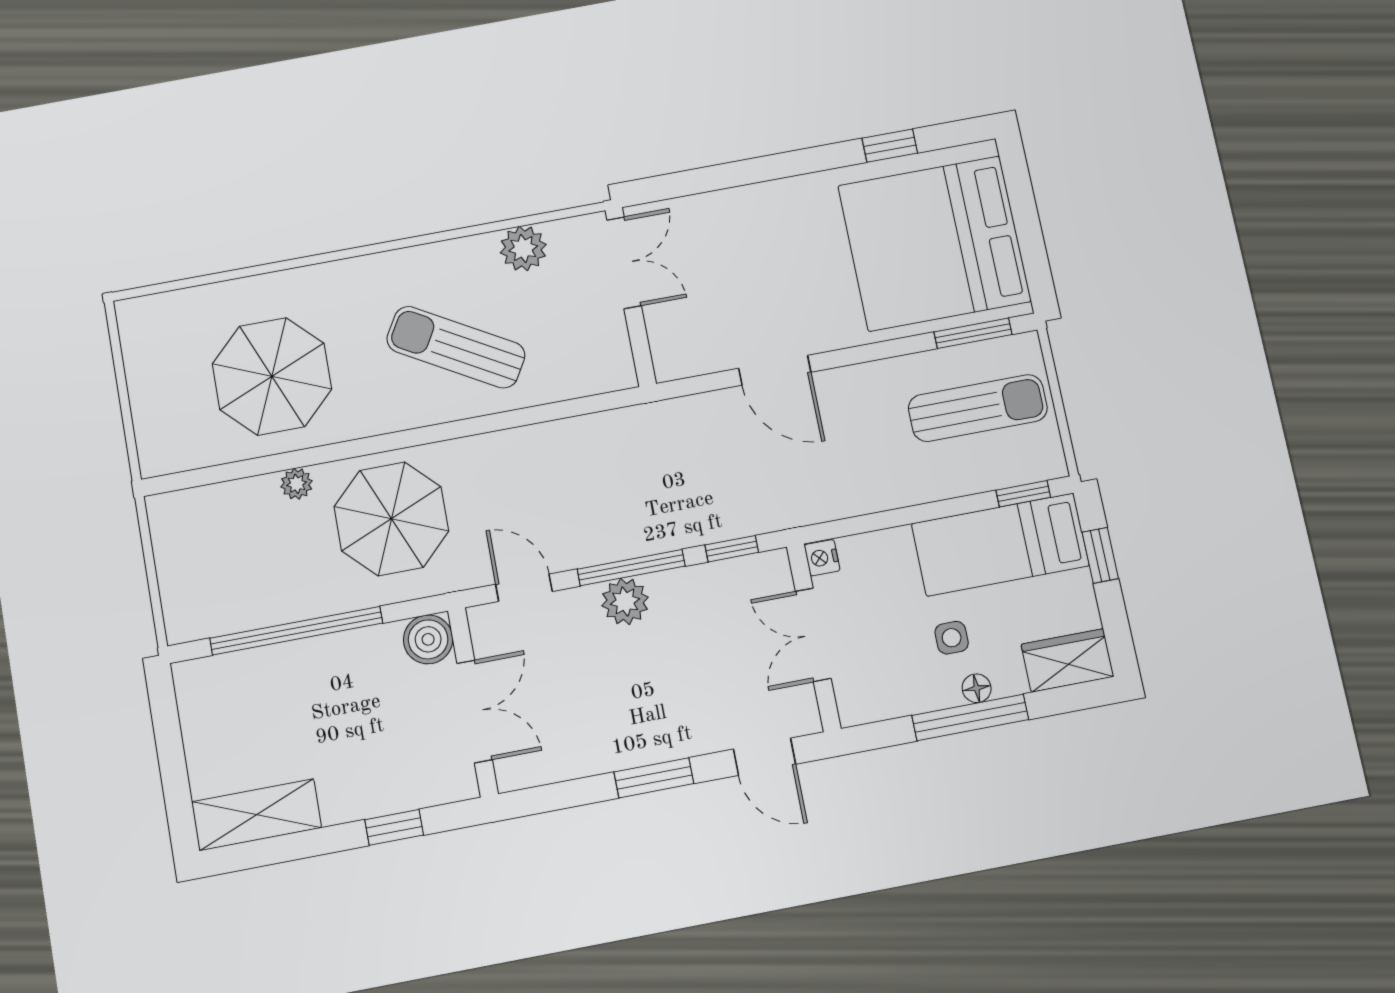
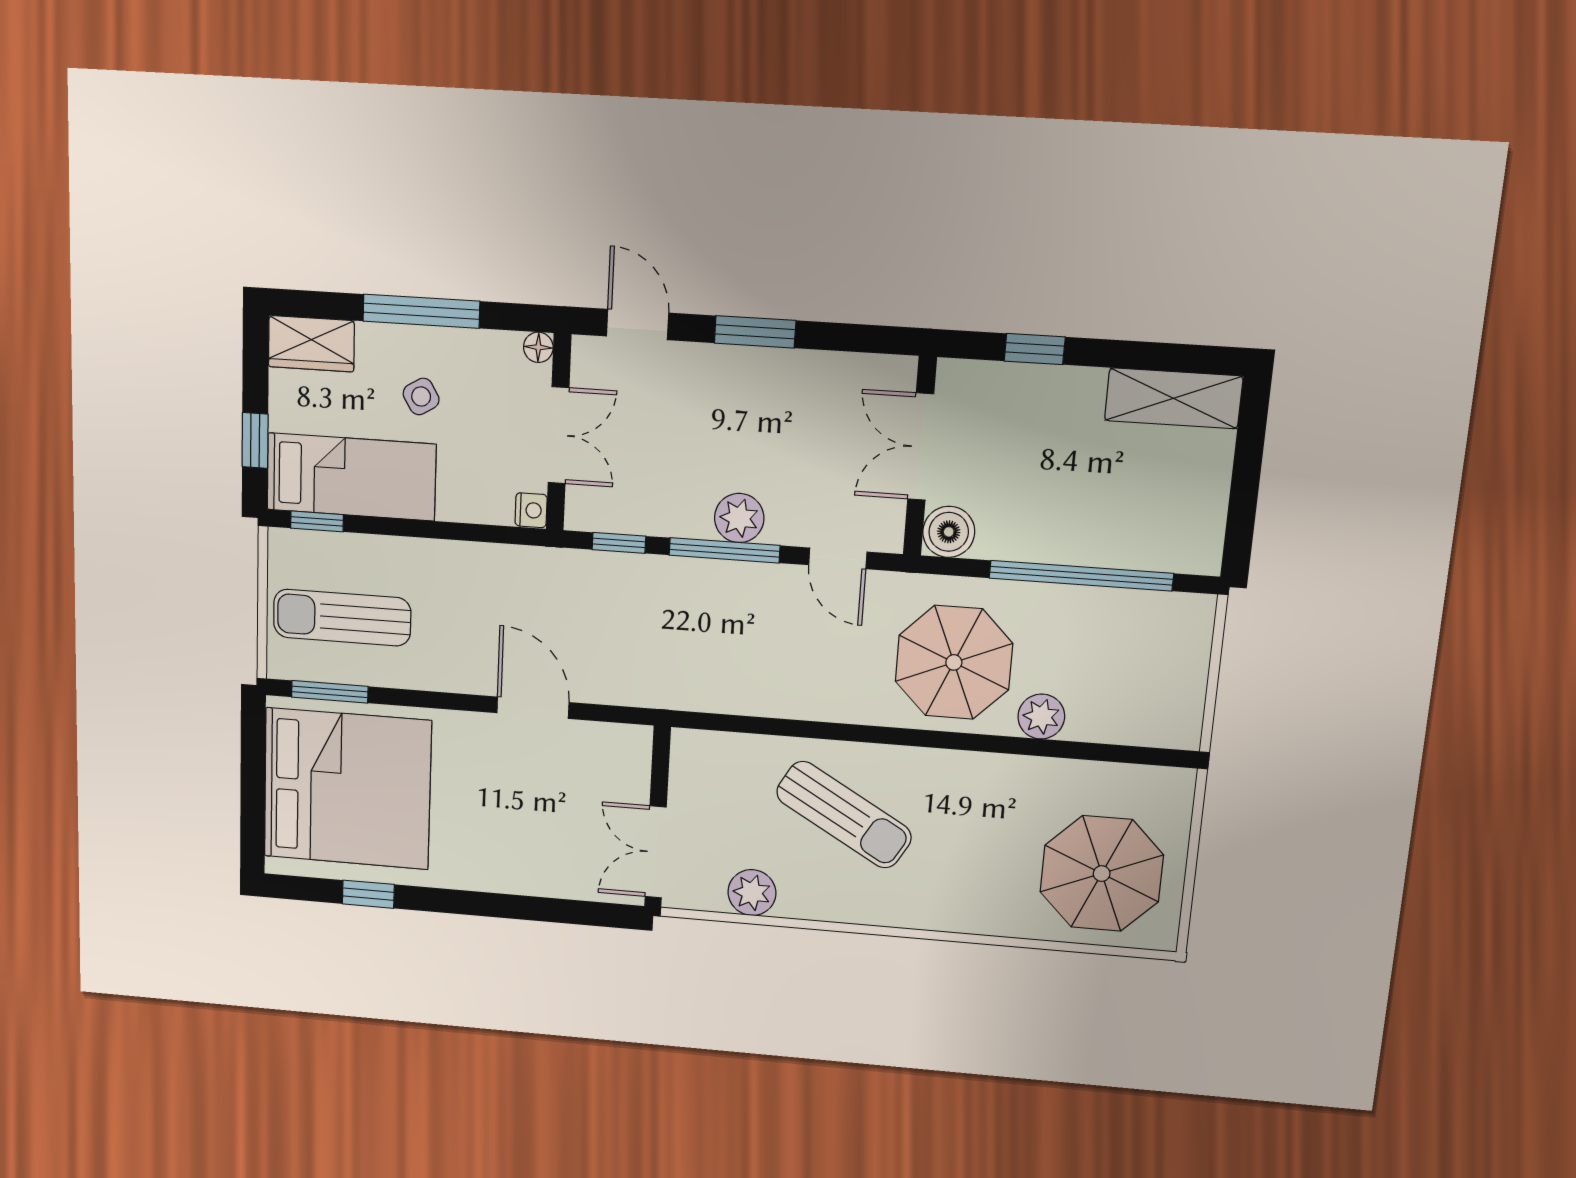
parasol: (272, 376) -> (1102, 874), moved
plant: (297, 484) -> (1041, 717), width x1.38, depth x1.38
side table: (952, 638) -> (421, 396), turned -31
floor lamp: (977, 688) -> (538, 347), moved

